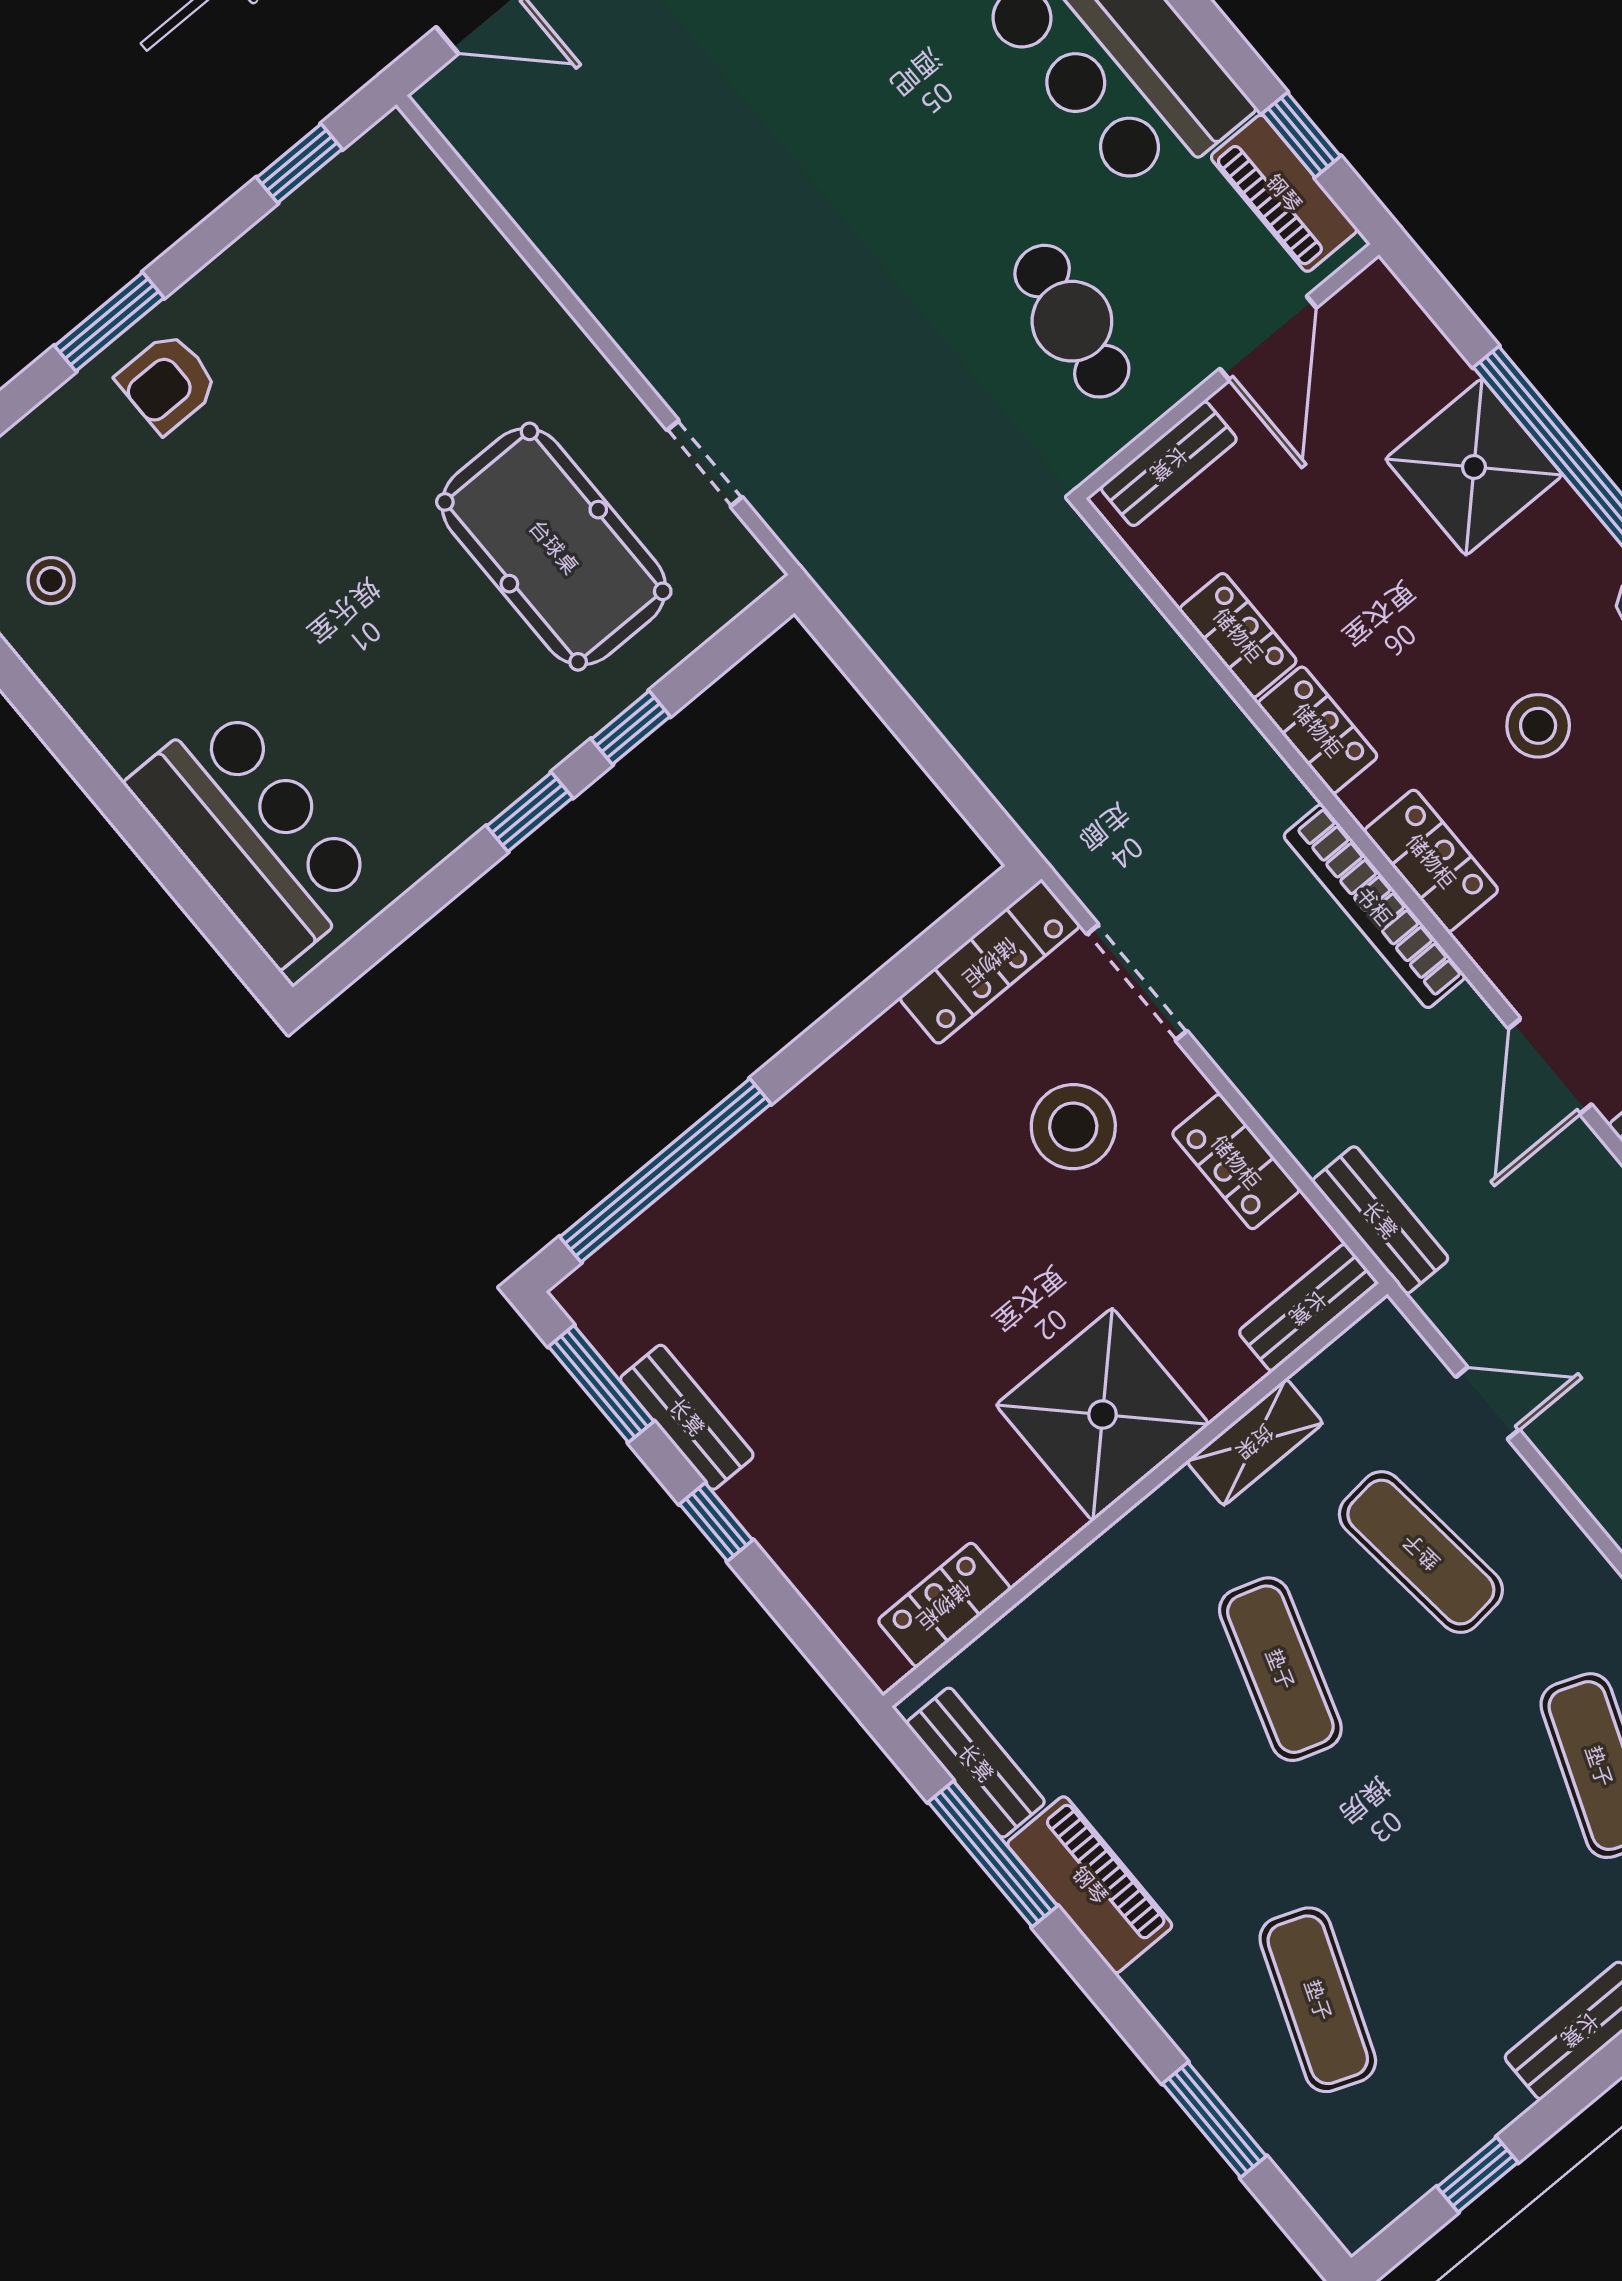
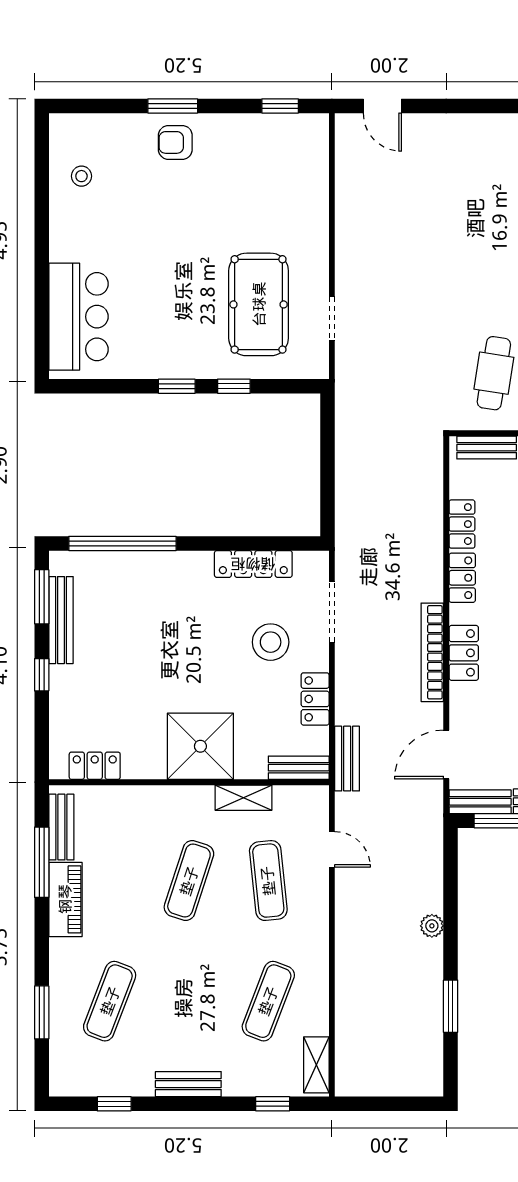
locker: (990, 962) -> (253, 564), moved
bench: (687, 1417) -> (61, 620), width x1.36

